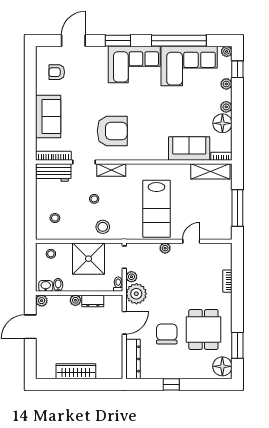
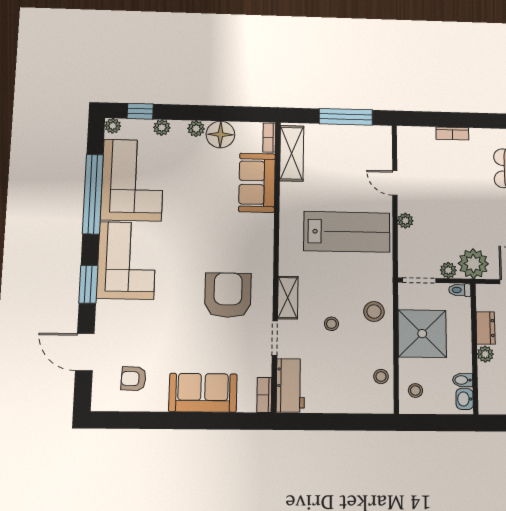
armchair: (57, 72) -> (134, 379), turned 92
bookcase: (53, 156) -> (264, 395), width x0.64
stool: (55, 218) -> (381, 377), moved
plant: (42, 301) -> (487, 406), removed

